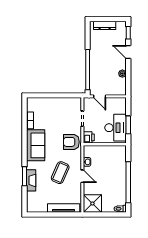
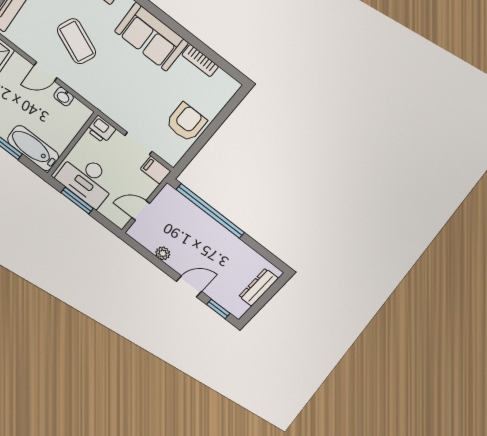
door: (100, 96) -> (141, 211), moved
filing cabinet: (88, 104) -> (155, 170), added
armchair: (71, 142) -> (186, 122), moved
bathtub: (120, 159) -> (33, 148), added

